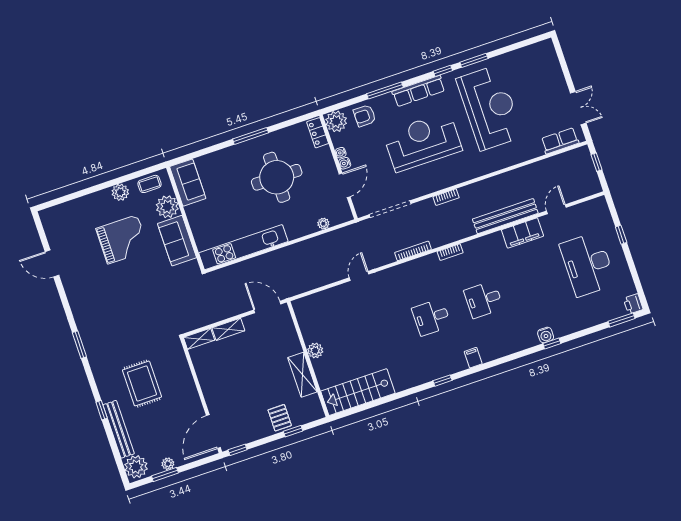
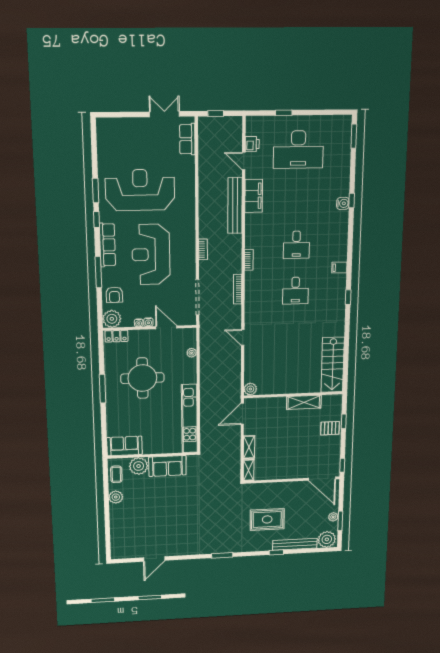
grand piano: (122, 239) -> (153, 505), removed
printer: (633, 304) -> (252, 144), moved, turned -90
plant: (315, 351) -> (250, 389), moved

